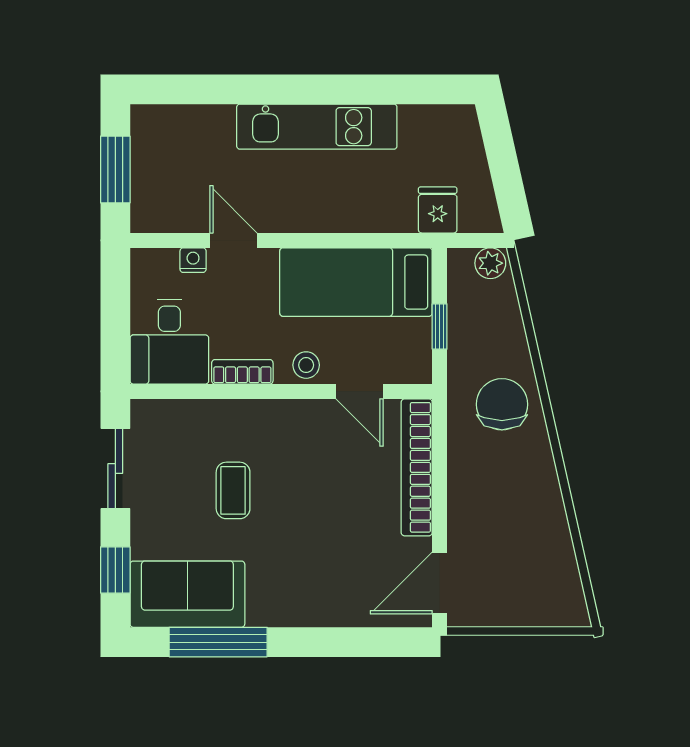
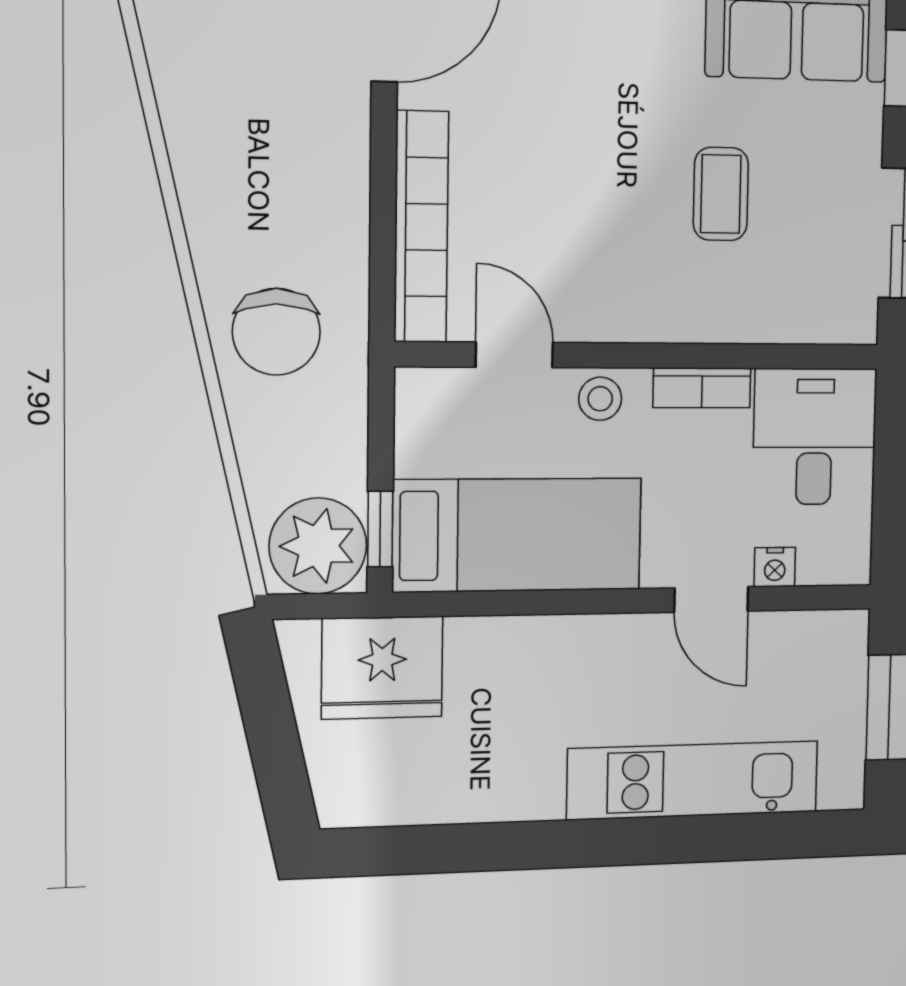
kitchen unit: (317, 127) -> (693, 780), moved
fridge: (438, 210) -> (382, 668), width x1.88, depth x1.34
plant: (490, 263) -> (318, 546), width x1.87, depth x1.87
window: (440, 327) -> (380, 529), moved

